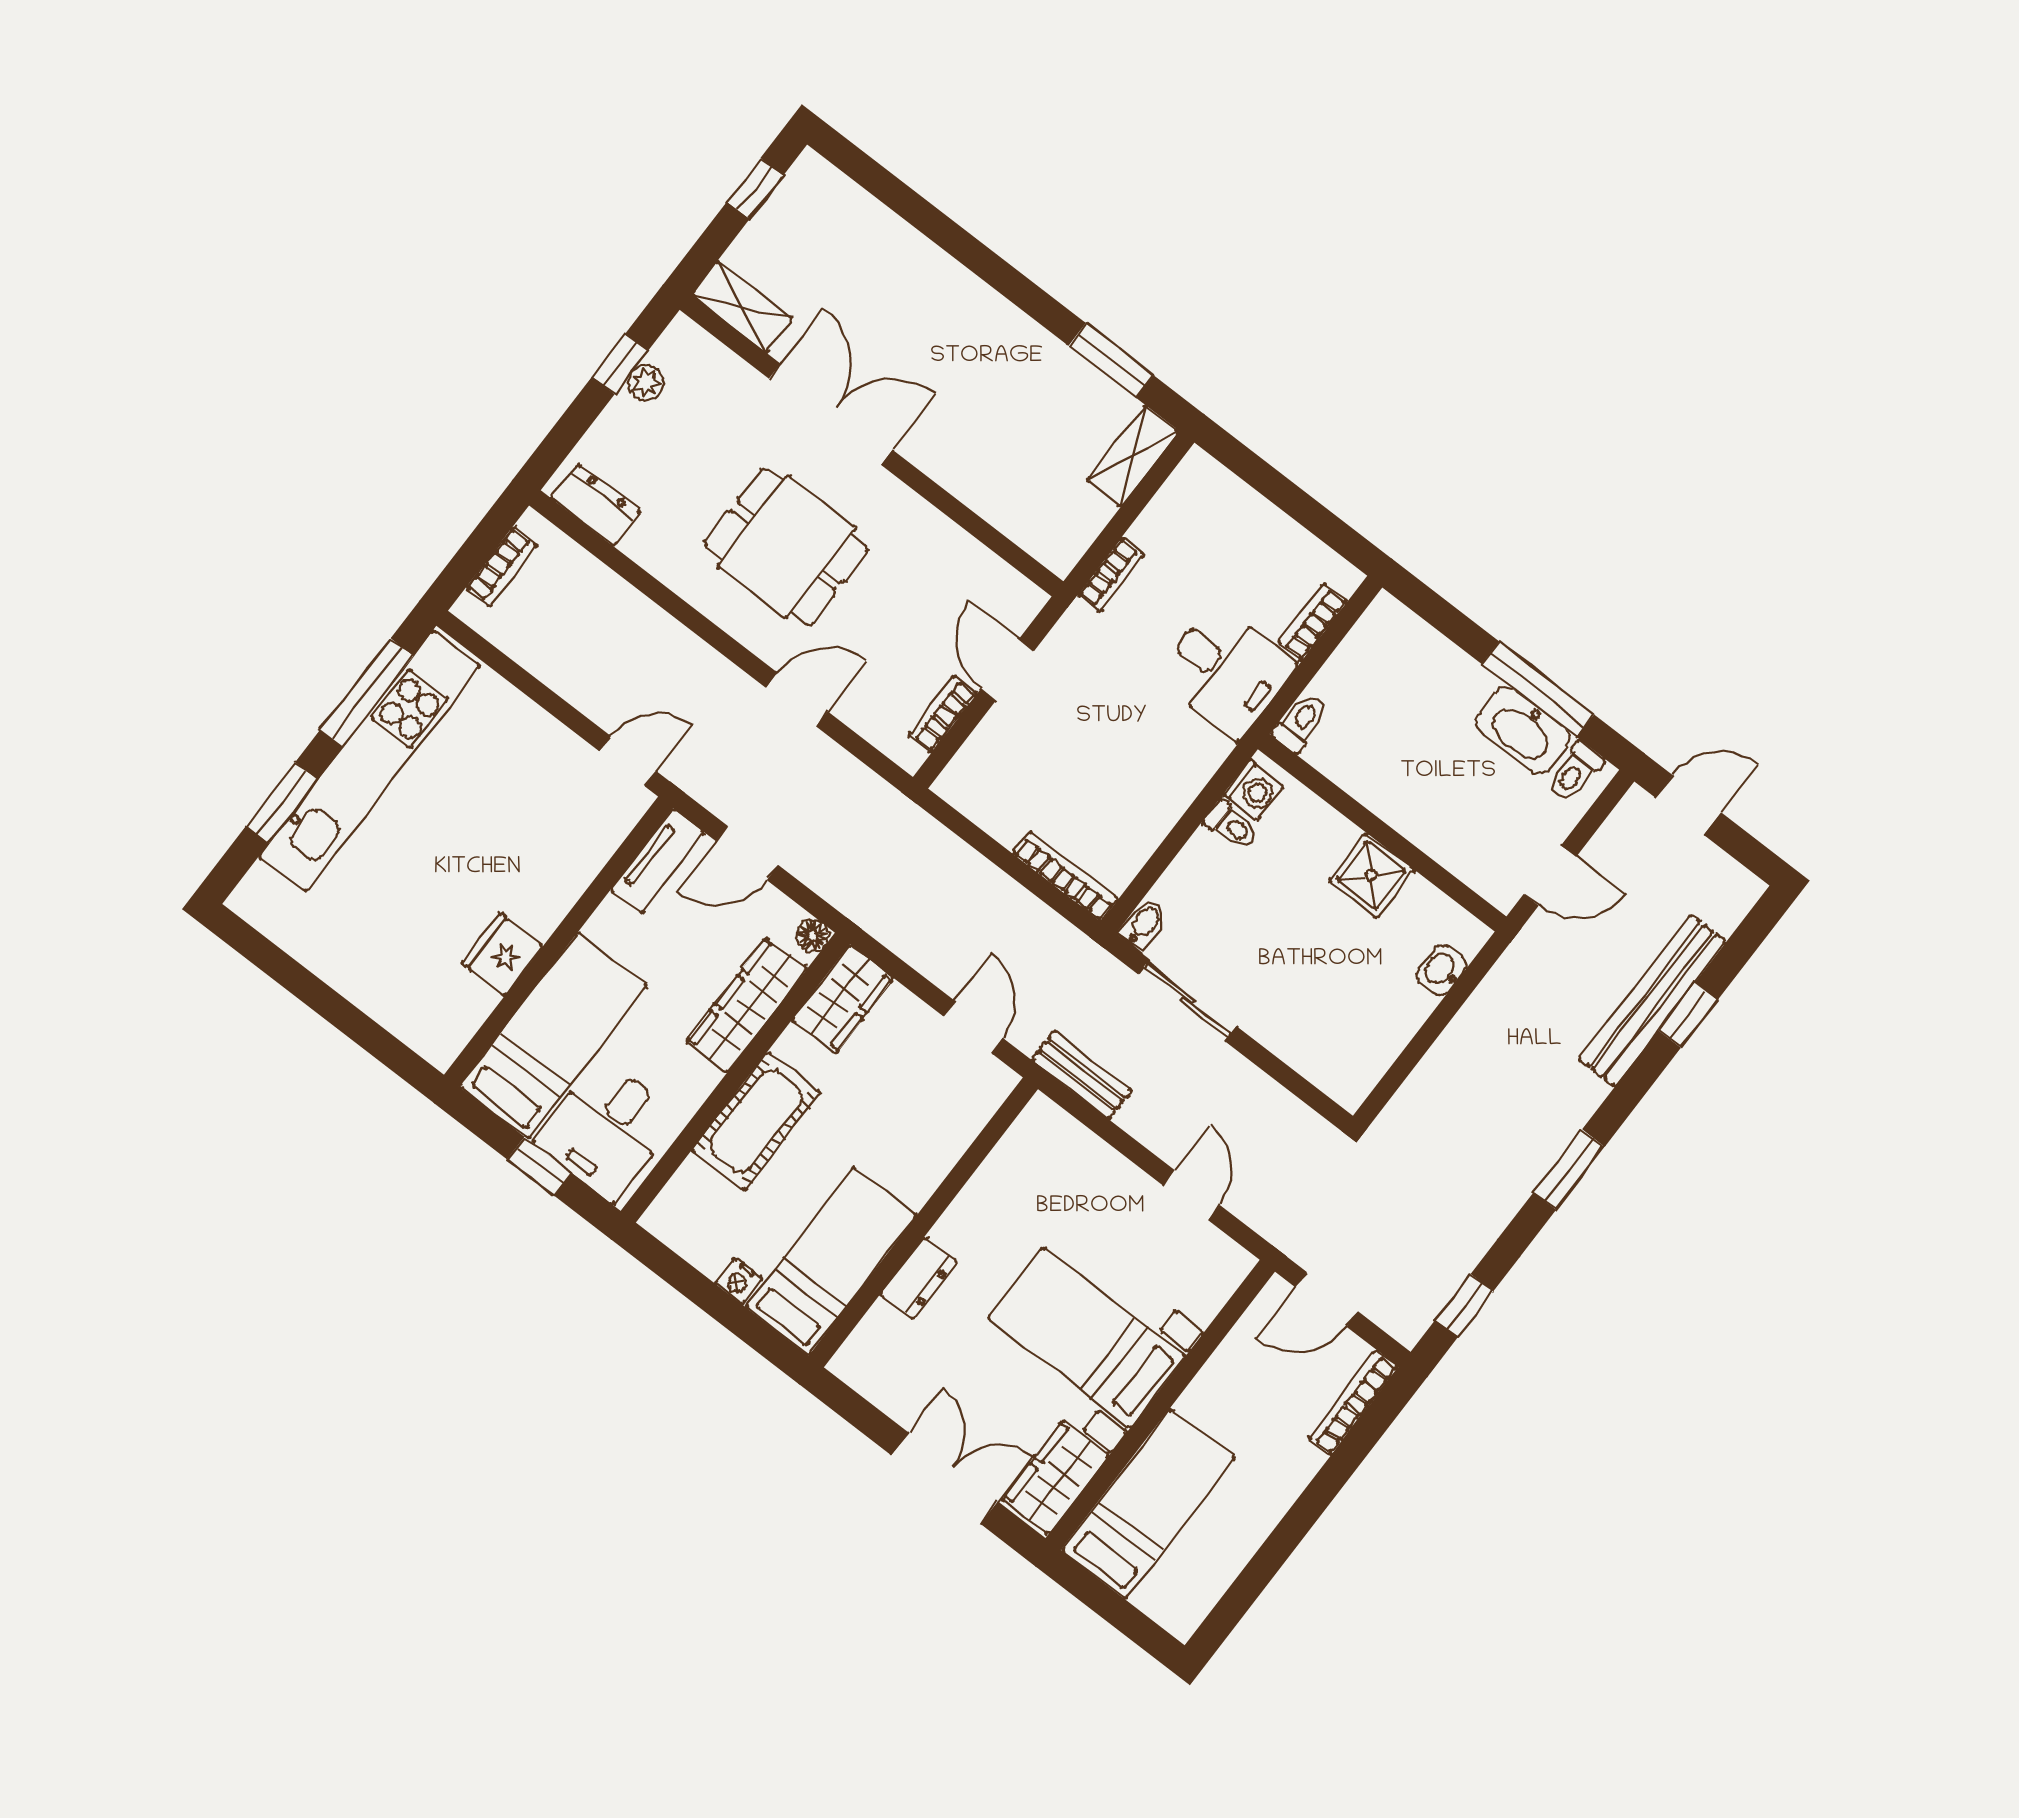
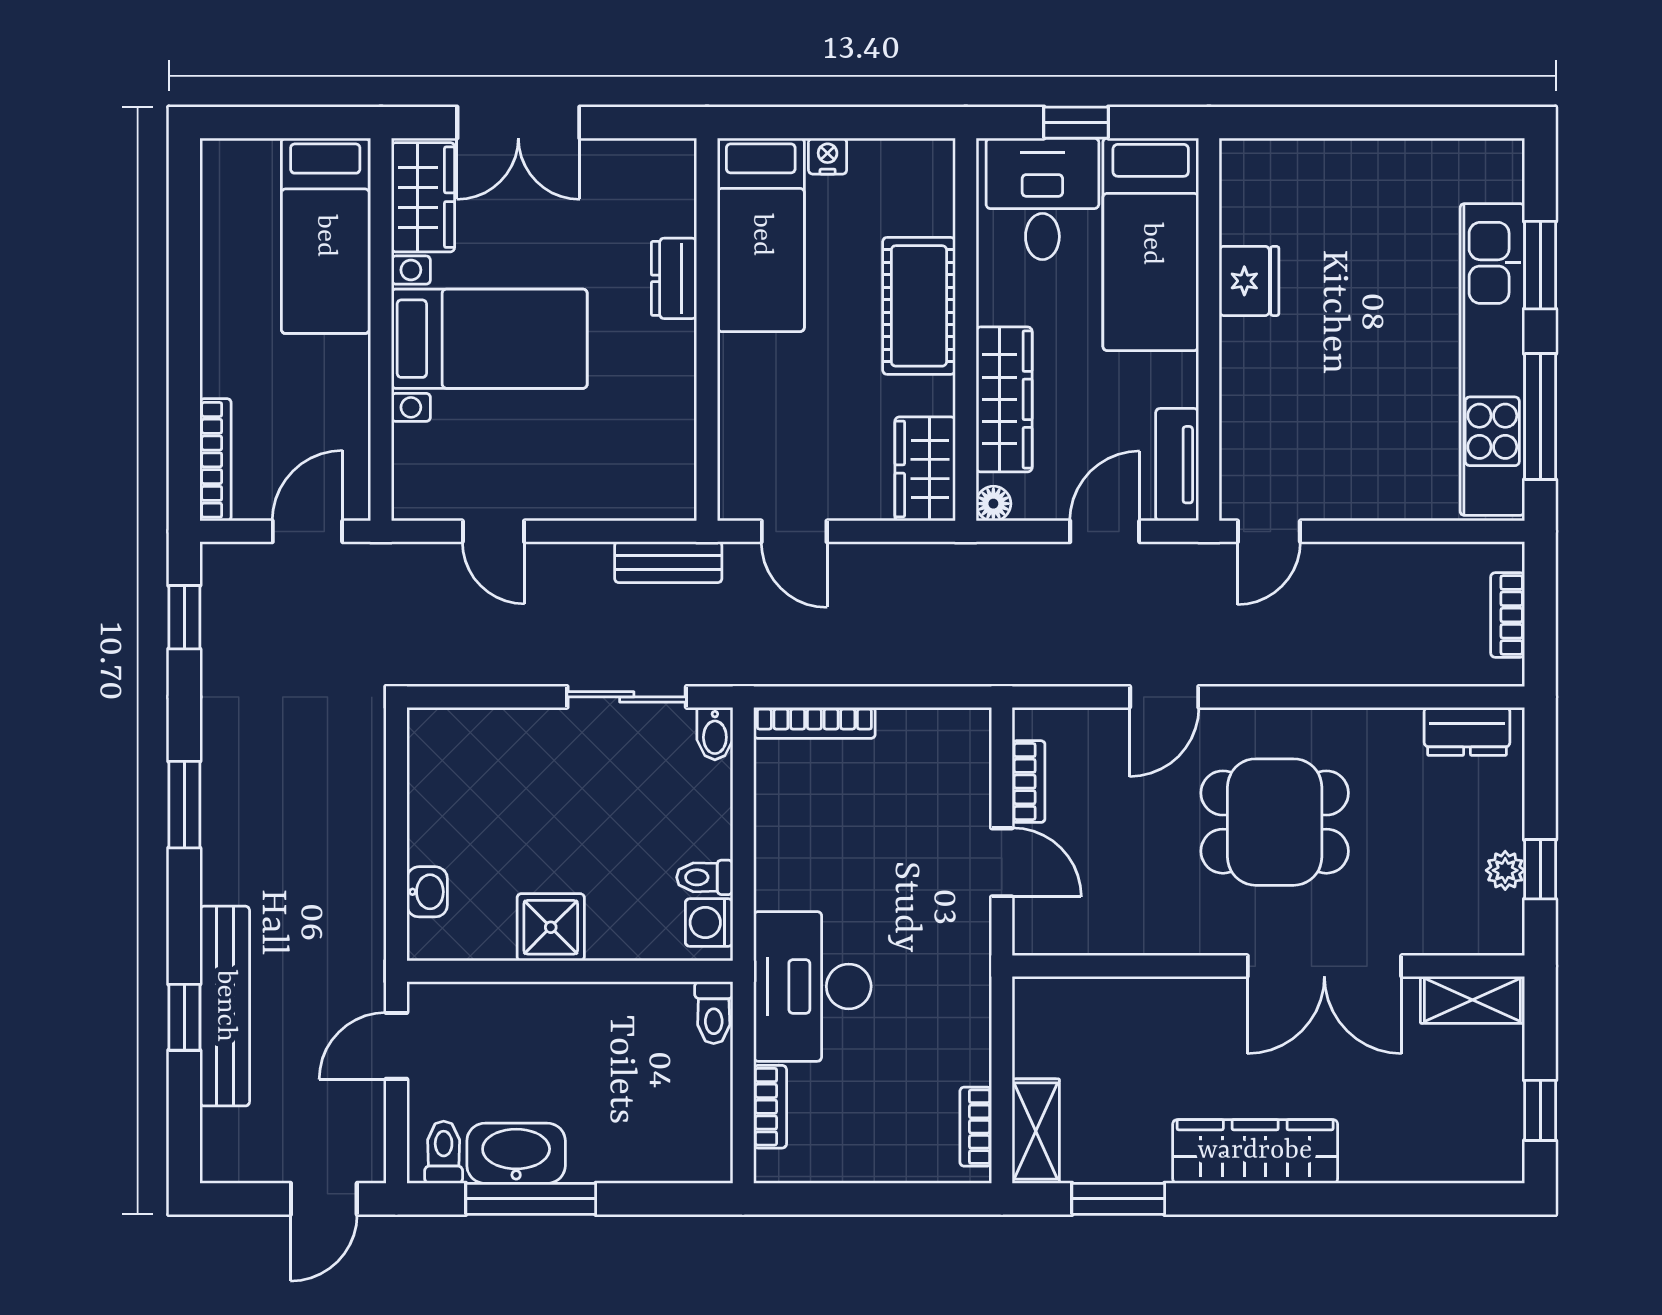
wardrobe: (985, 318) -> (1255, 1151), added
bookcase: (1111, 575) -> (976, 1127), moved
desk: (1226, 671) -> (812, 986), width x1.37

